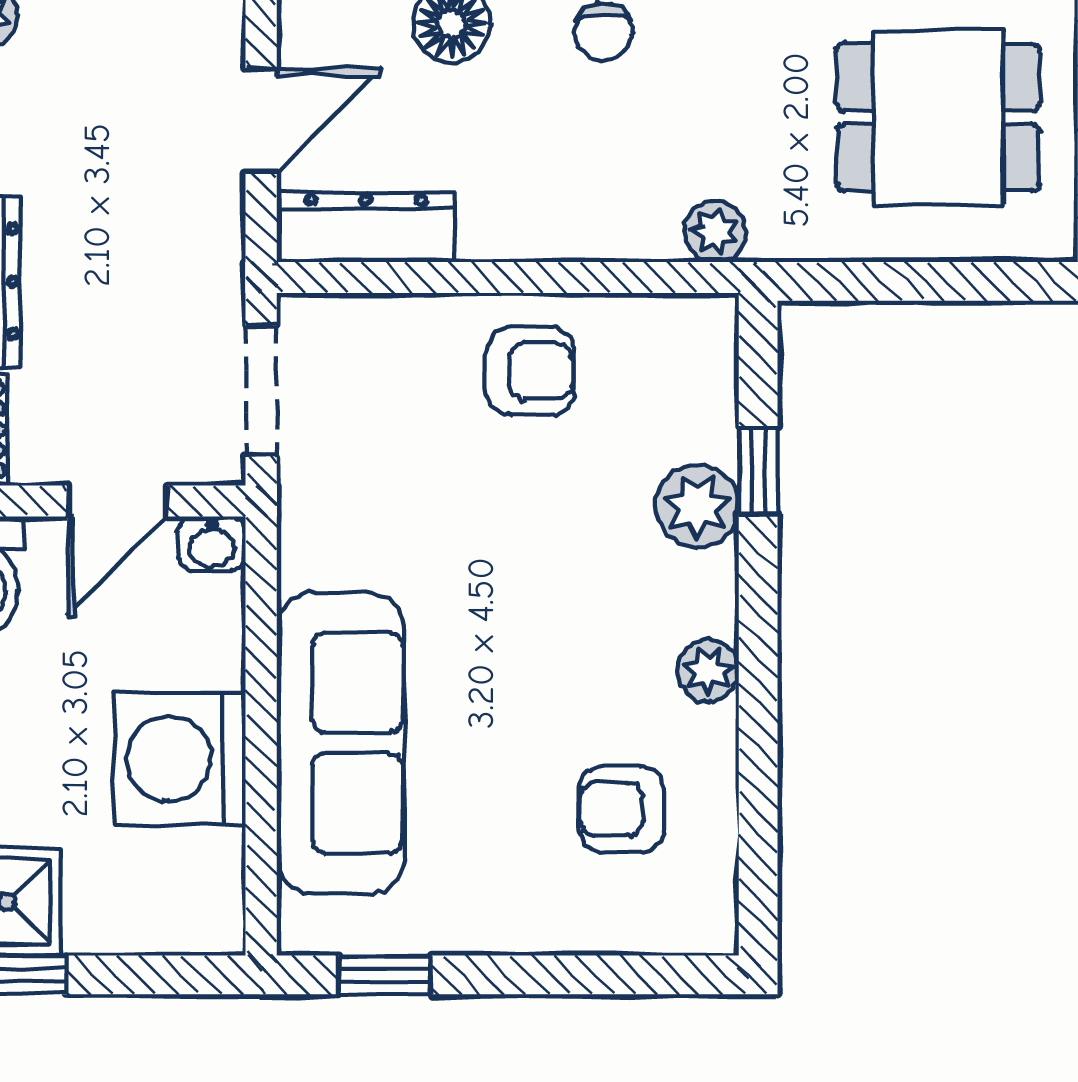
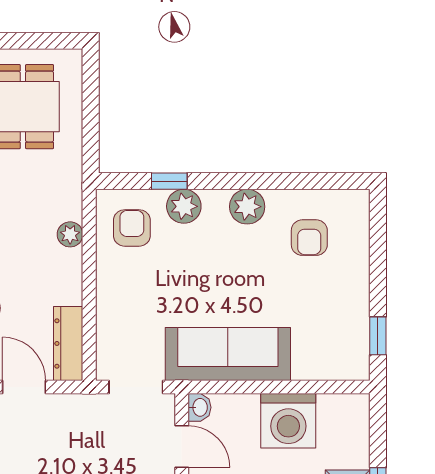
plant: (715, 231) -> (70, 234), moved
armchair: (530, 371) -> (132, 228), moved
plant: (708, 671) -> (247, 207), width x1.38, depth x1.38
sofa: (341, 743) -> (228, 354), moved

